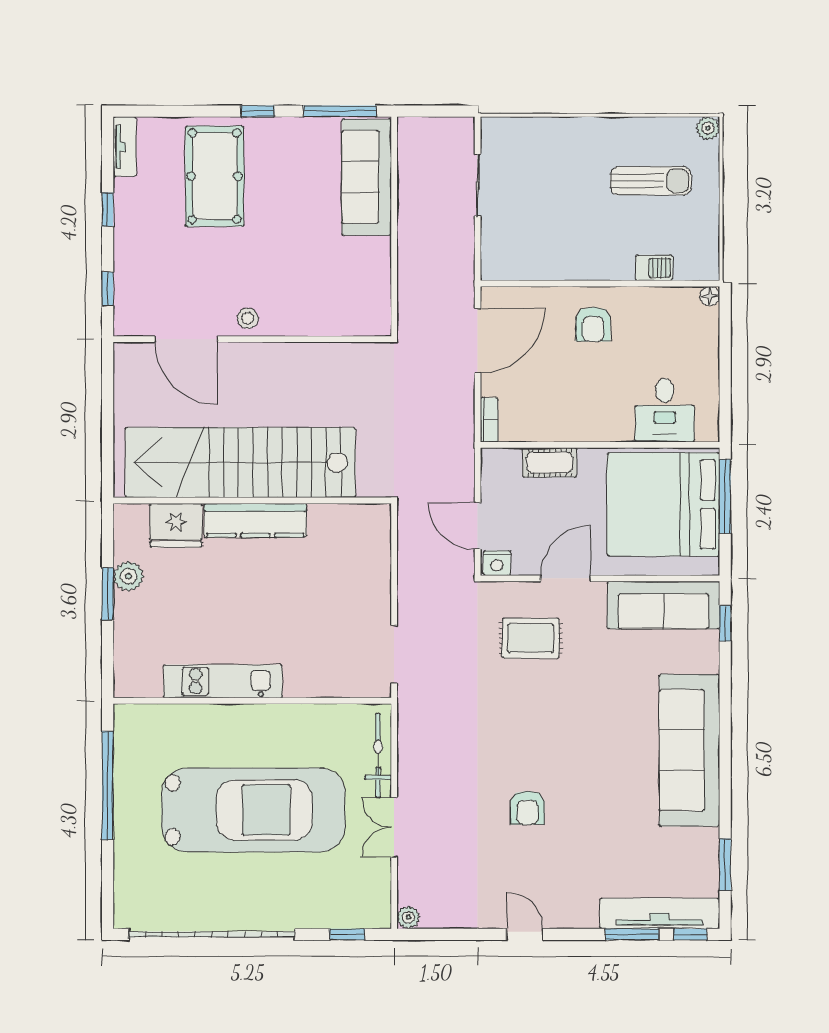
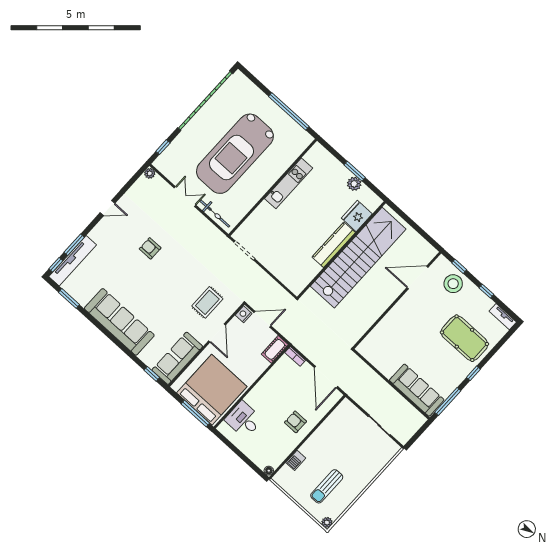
stool: (248, 318) -> (453, 284), moved, width x1.89, depth x1.89
cot: (550, 462) -> (275, 349), moved

